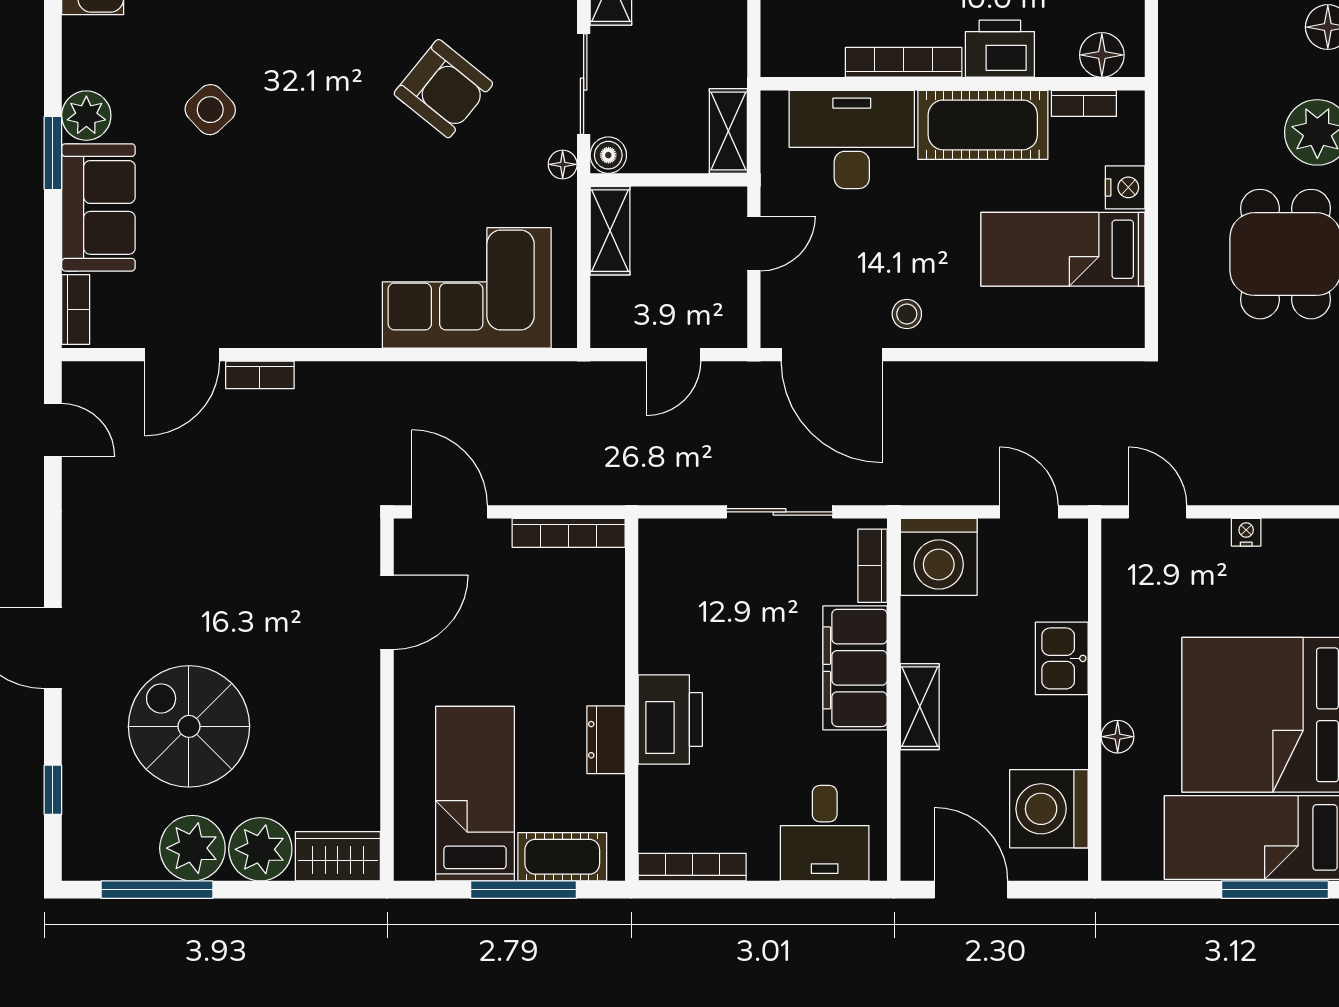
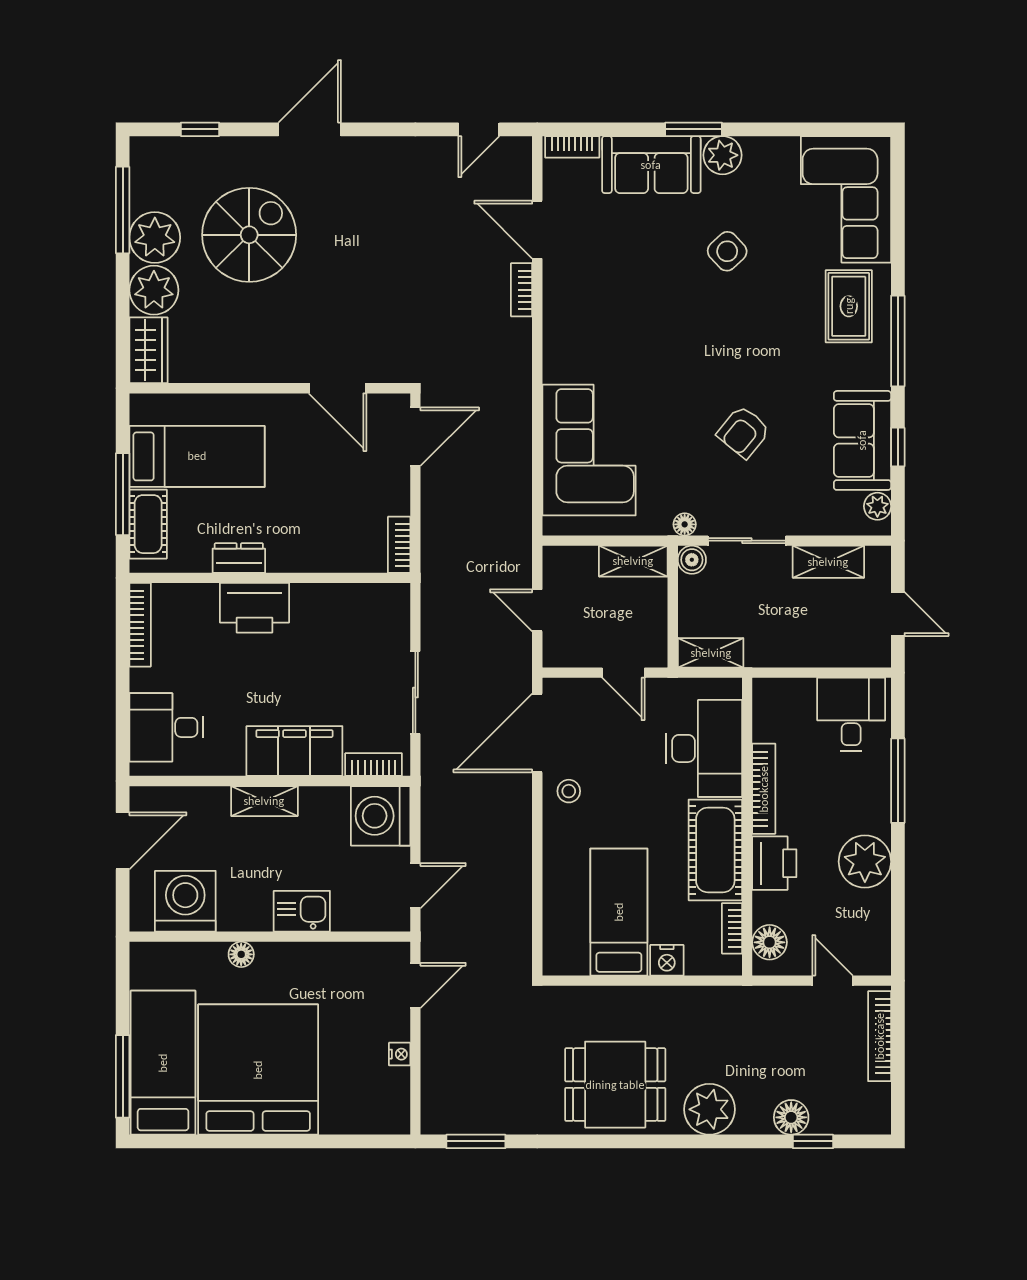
armchair: (443, 89) -> (743, 432), width x0.72, depth x0.72
bookcase: (569, 533) -> (399, 545), width x0.64

